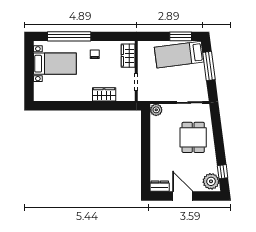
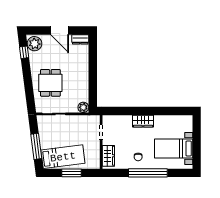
window: (69, 36) -> (148, 173), moved
window: (181, 36) -> (72, 173), moved
wardrobe: (104, 94) -> (143, 121), moved

